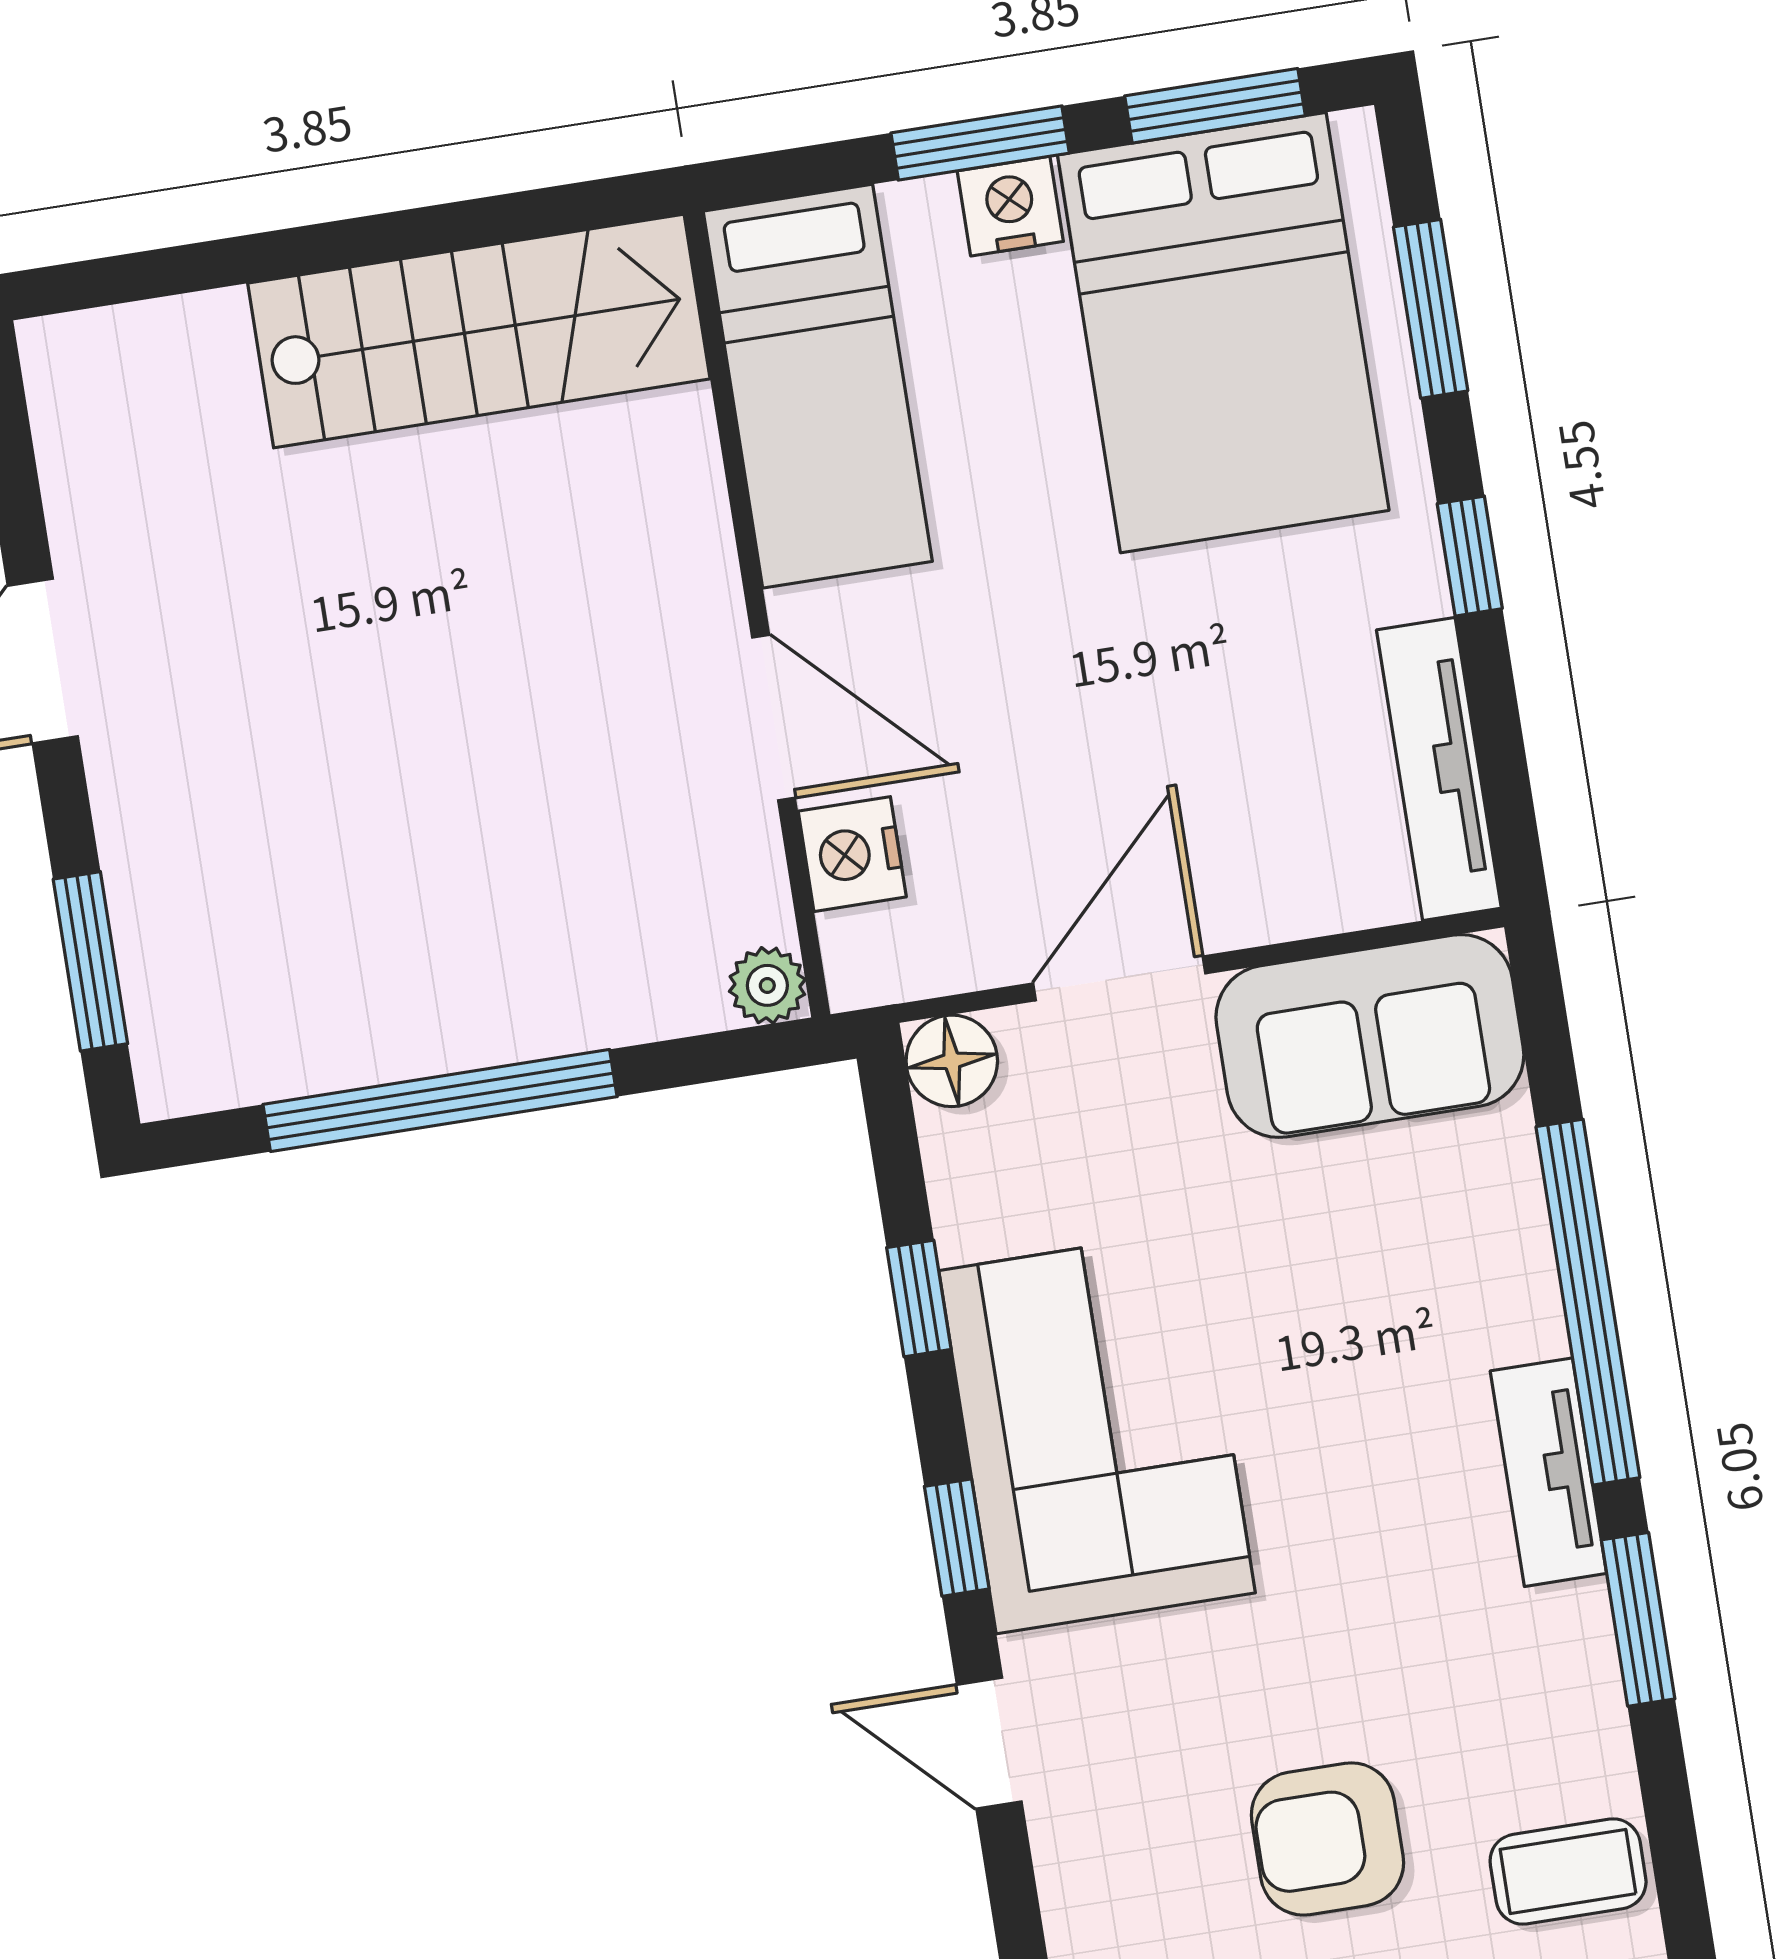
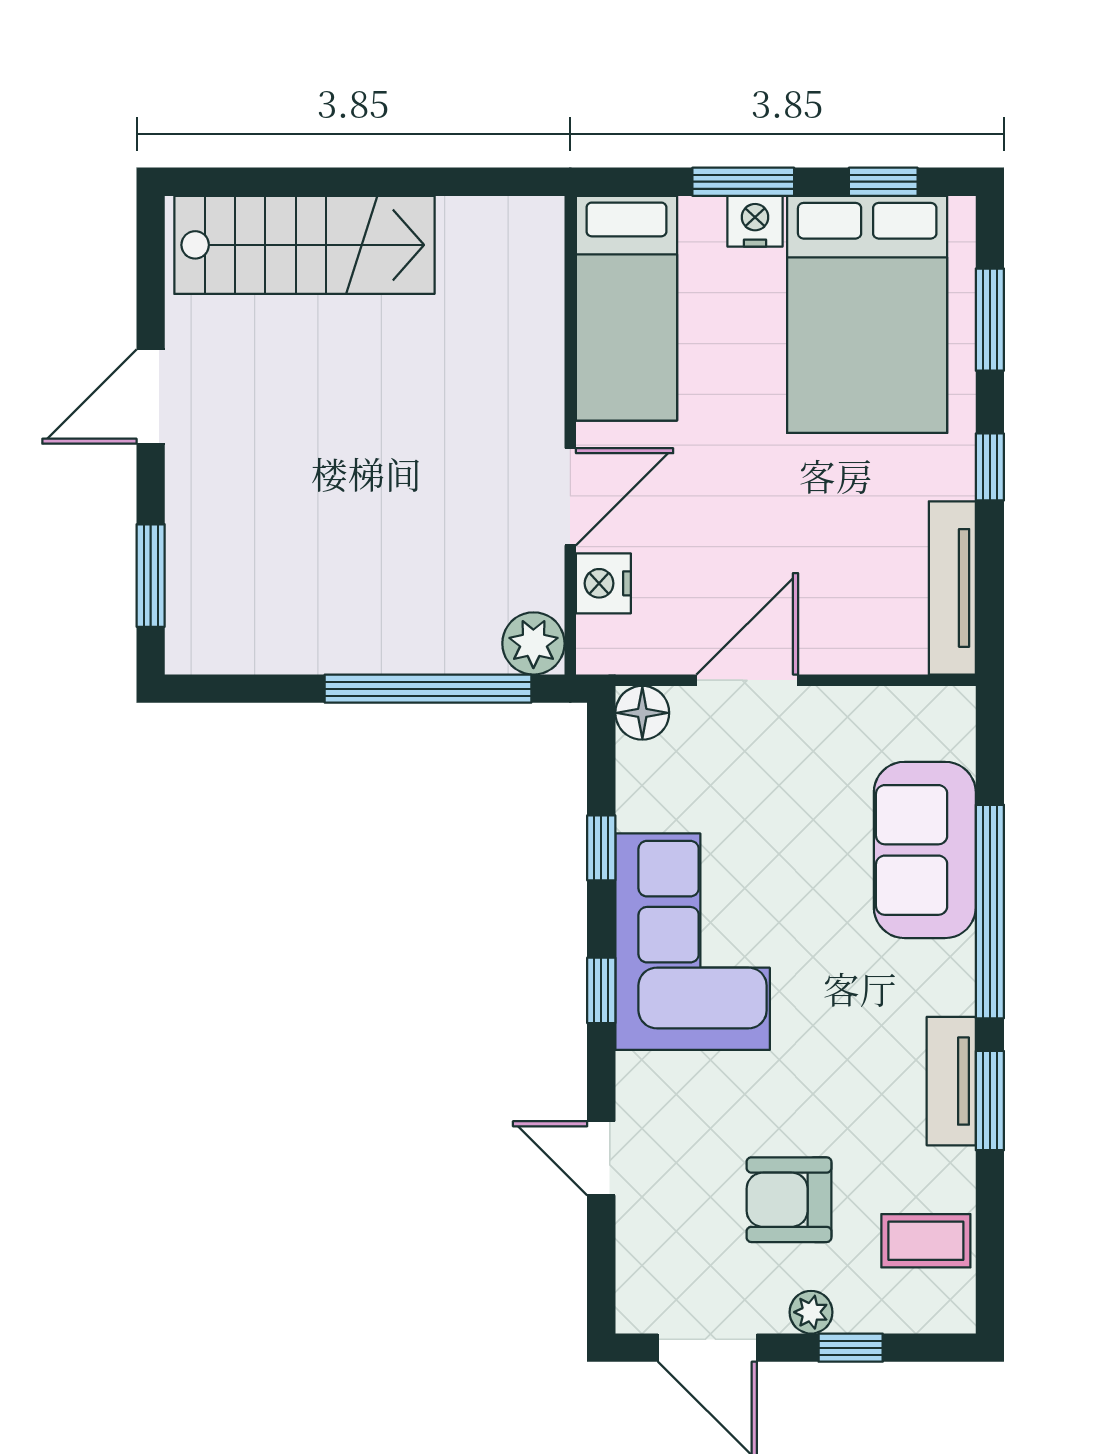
window: (1215, 106) -> (883, 182), width x0.67
stairs: (479, 331) -> (304, 245), moved
door: (774, 718) -> (570, 497), hinge flipped
plant: (767, 985) -> (533, 643), width x1.38, depth x1.38
sofa: (1370, 1036) -> (925, 850), moved, turned 90
window: (440, 1100) -> (428, 689), moved
tv unit: (1548, 1472) -> (951, 1081), moved
door: (989, 1743) -> (601, 1158), moved

